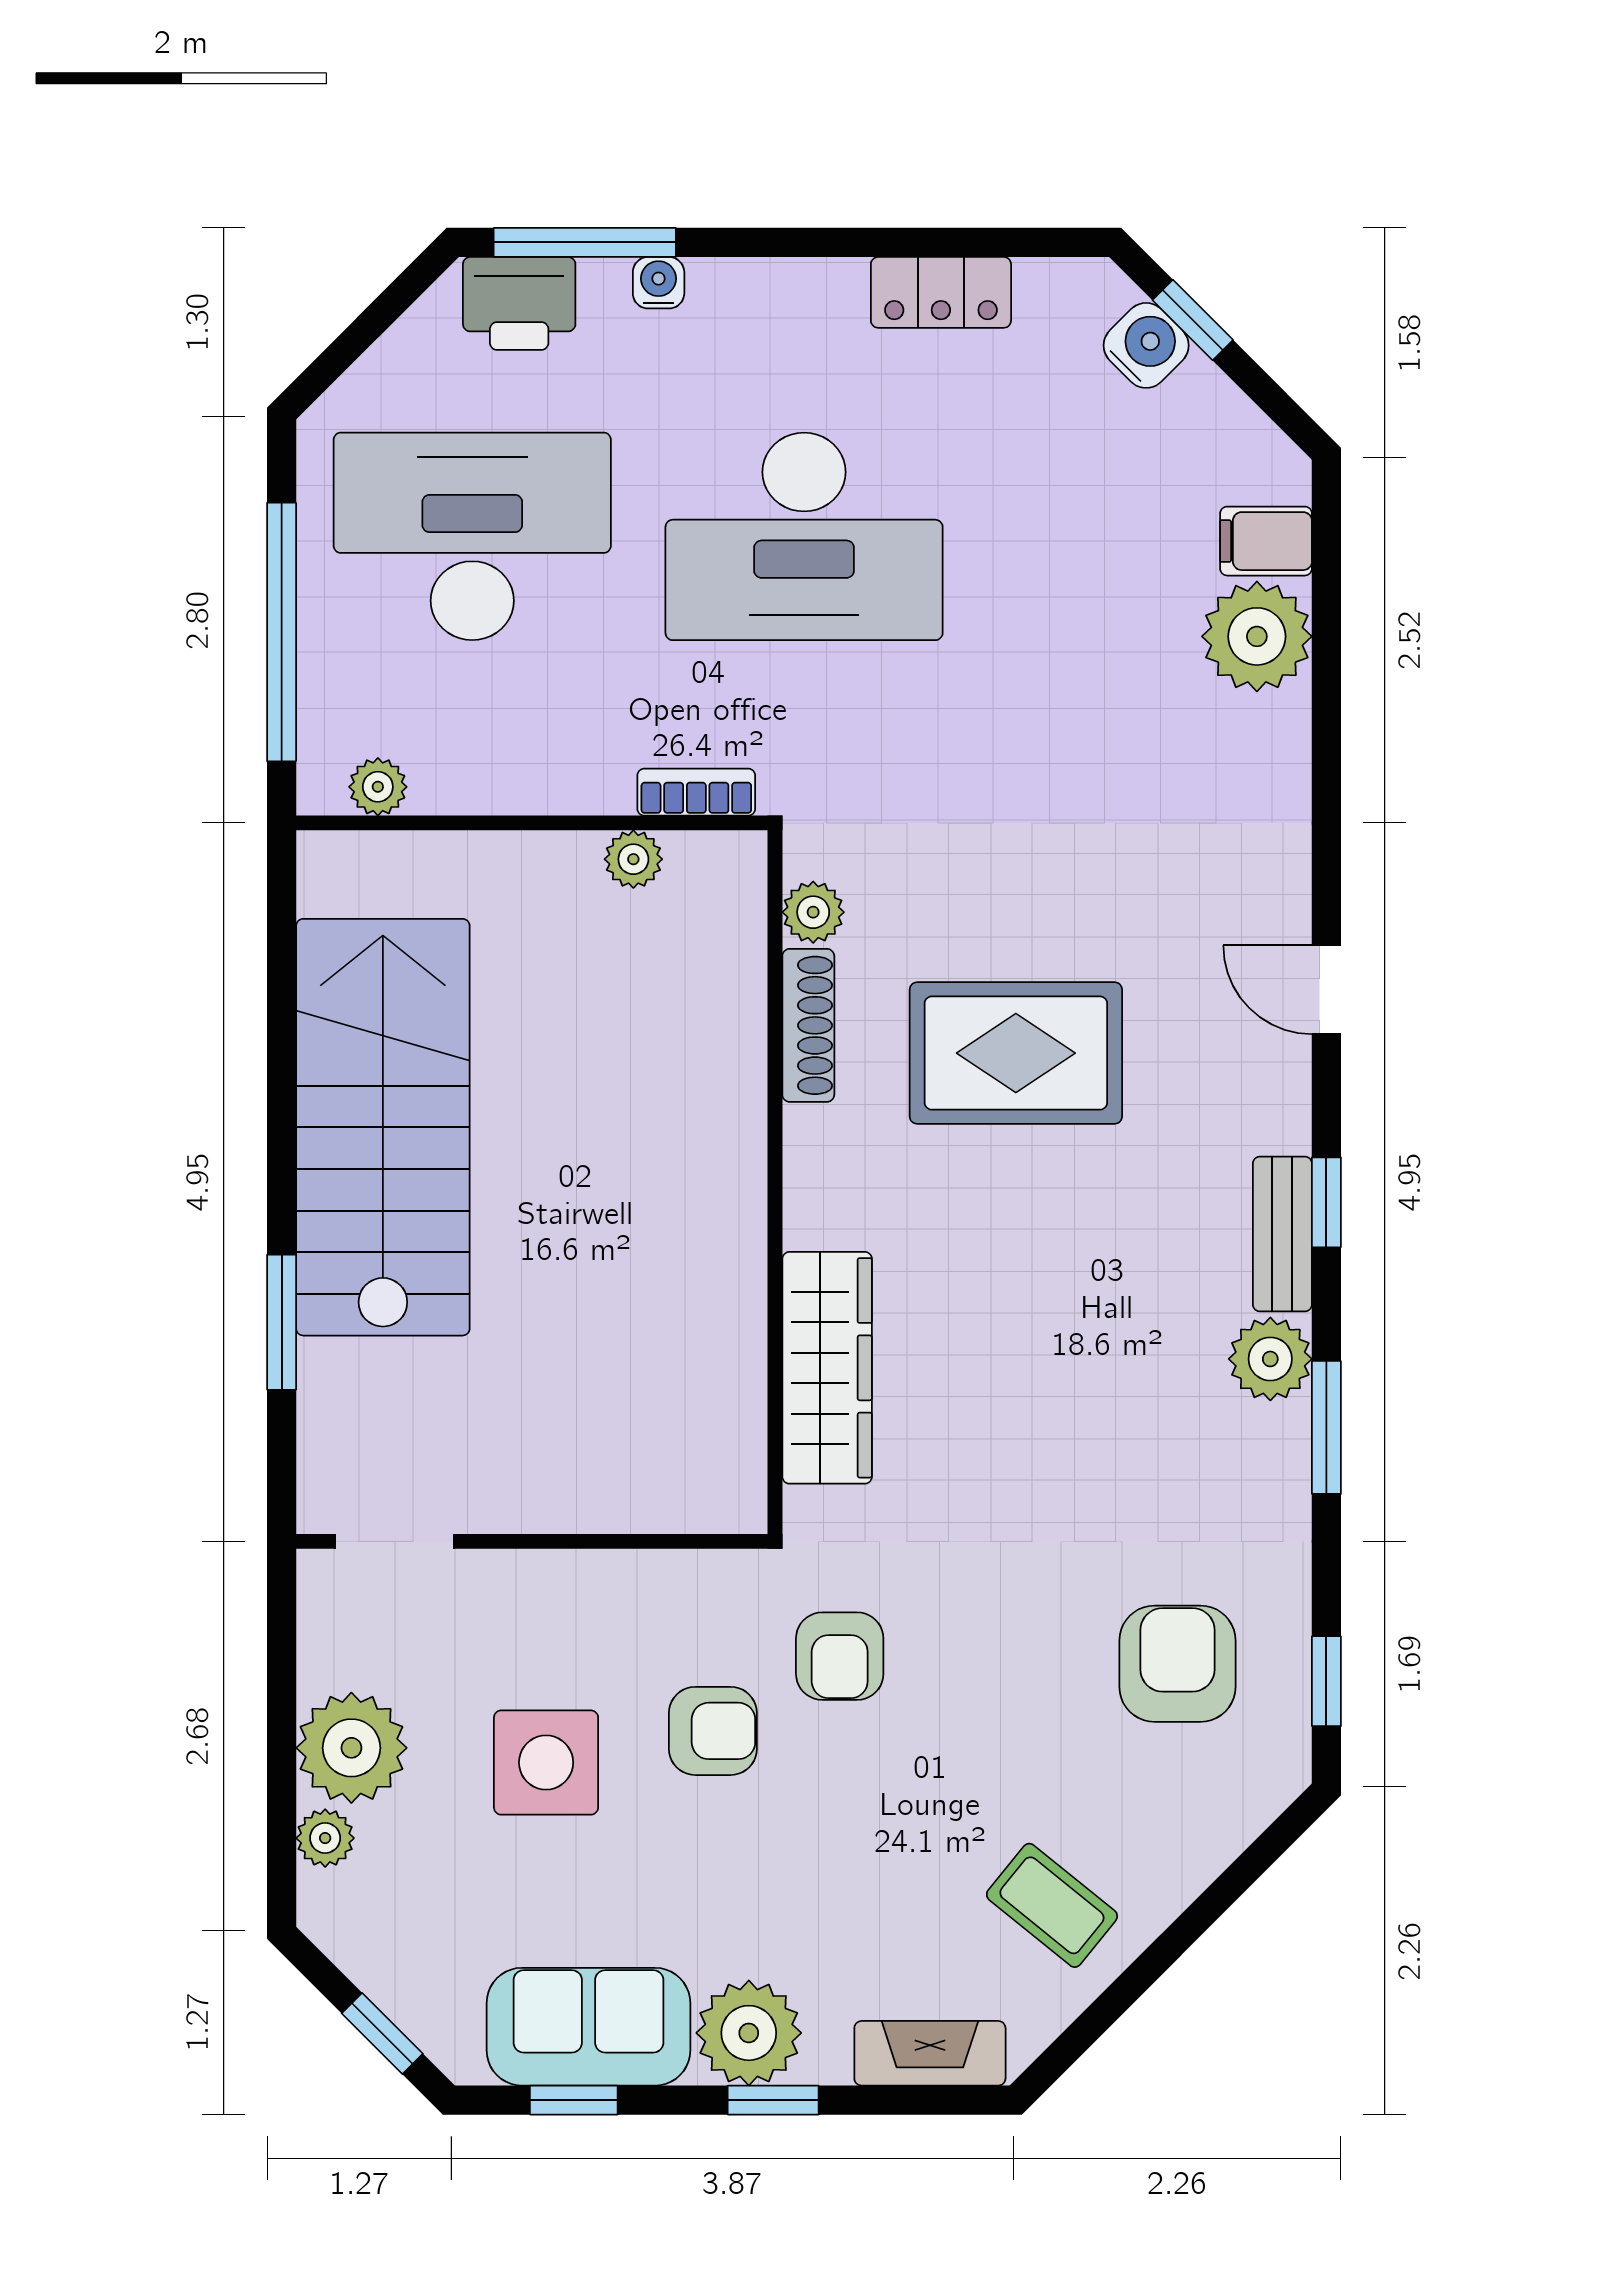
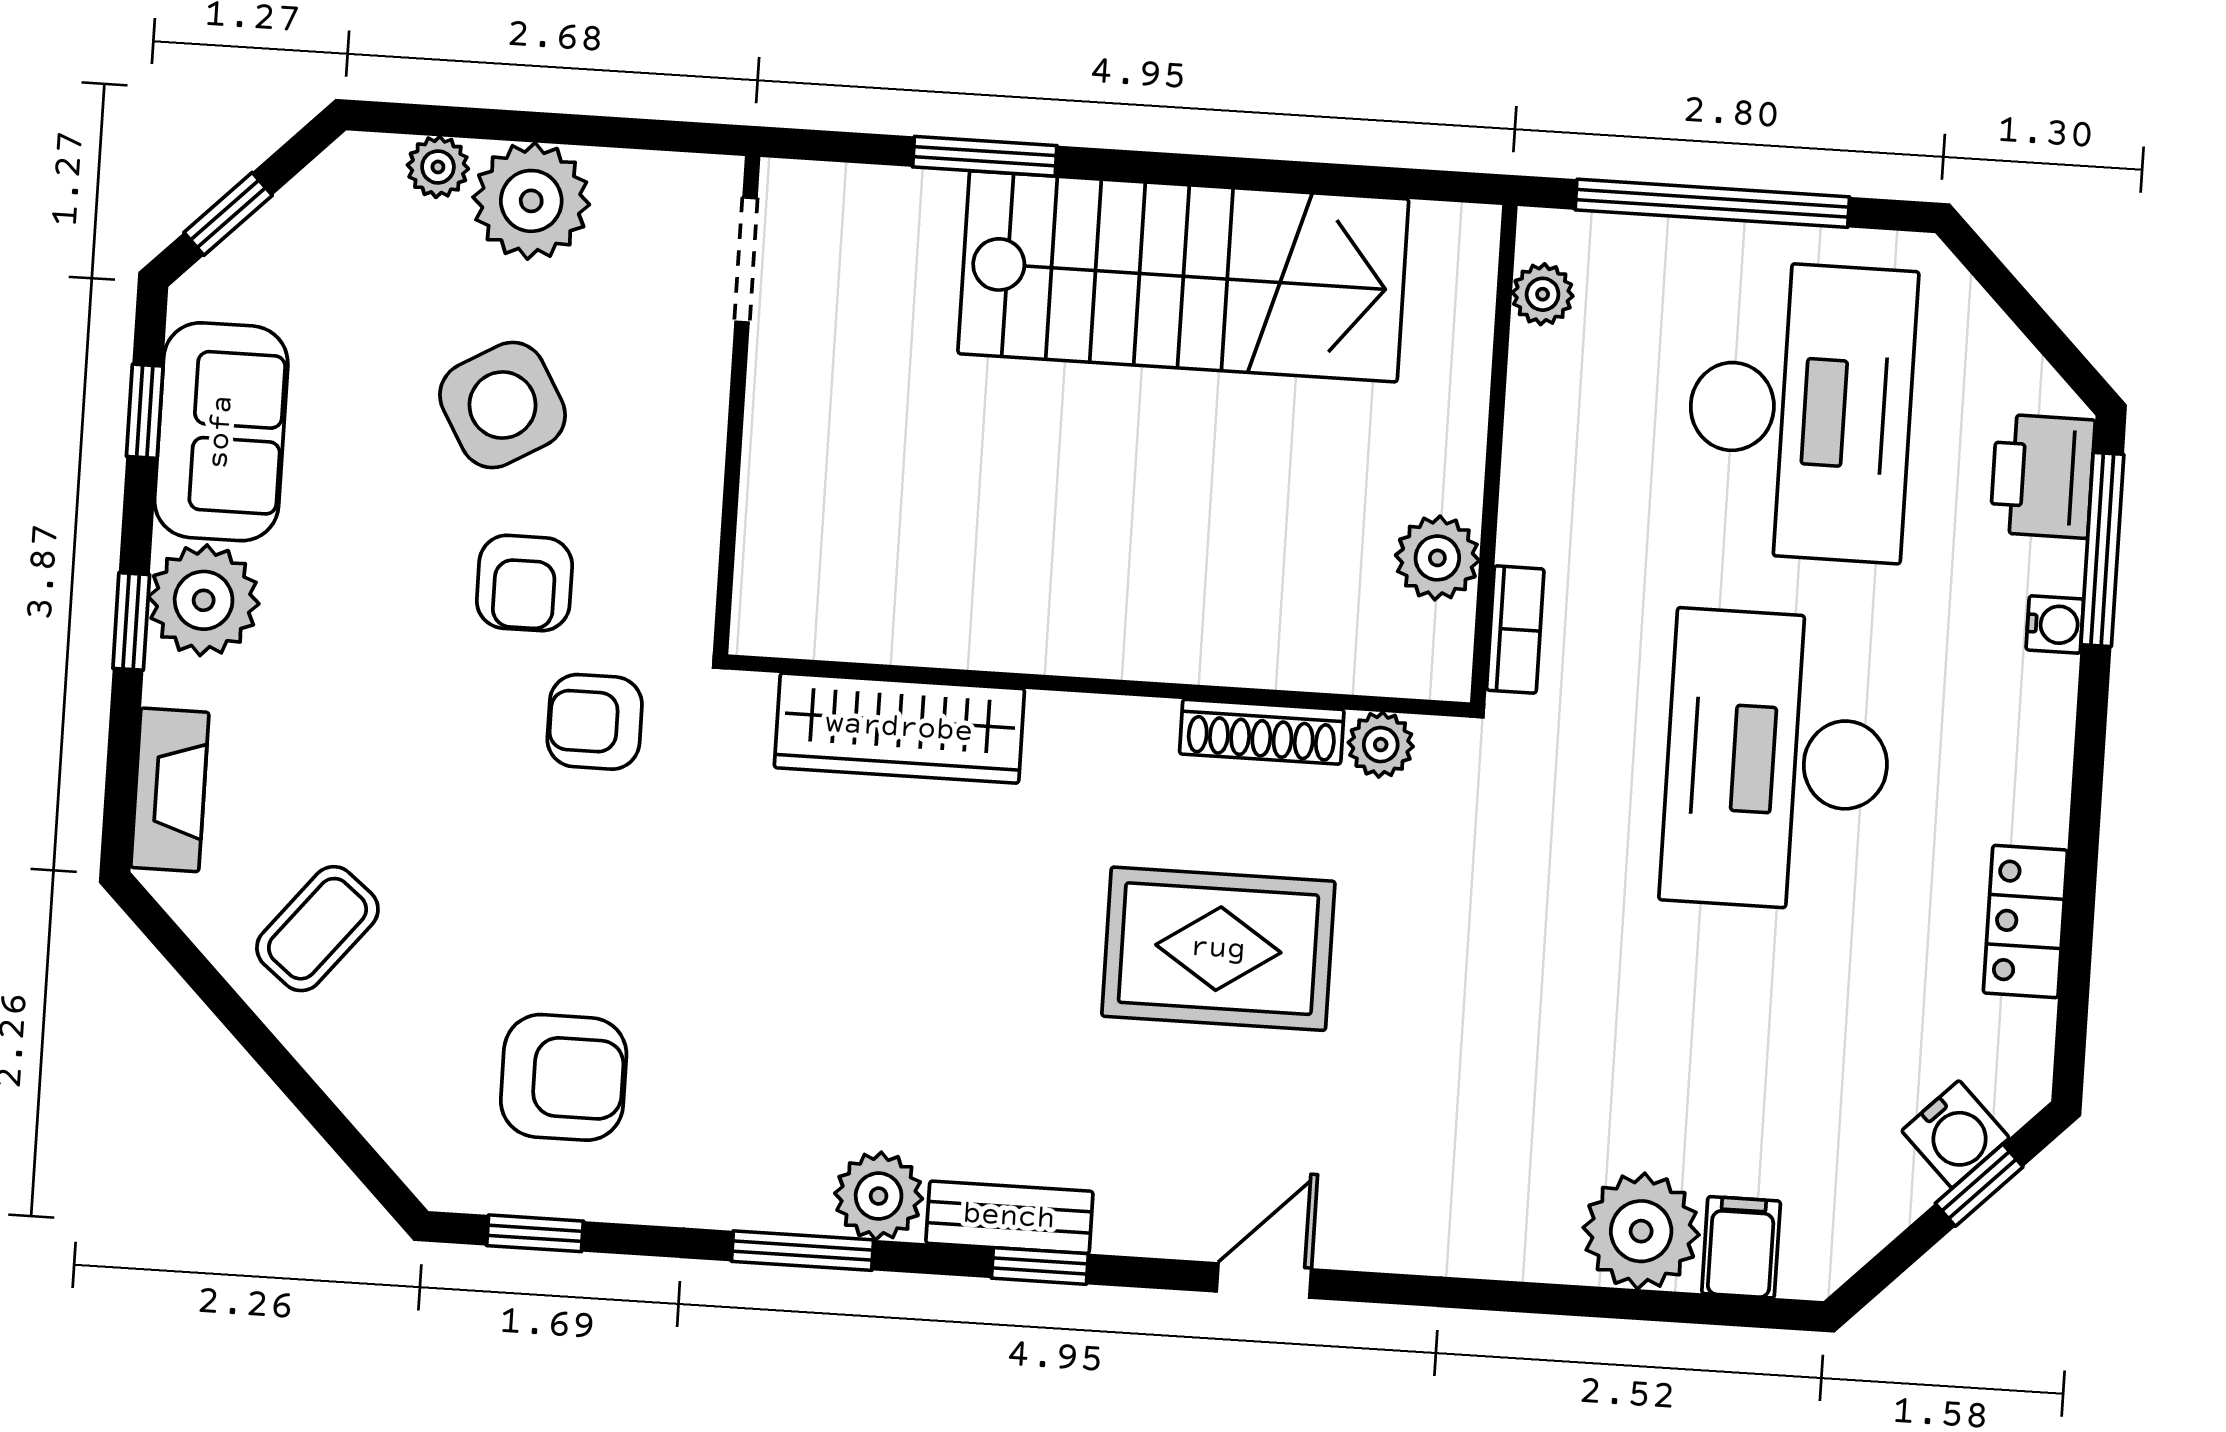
plant: (633, 859) -> (1437, 558), width x1.38, depth x1.38
rug: (1016, 1053) -> (1218, 949), turned 90
side table: (546, 1763) -> (503, 405), turned -30

